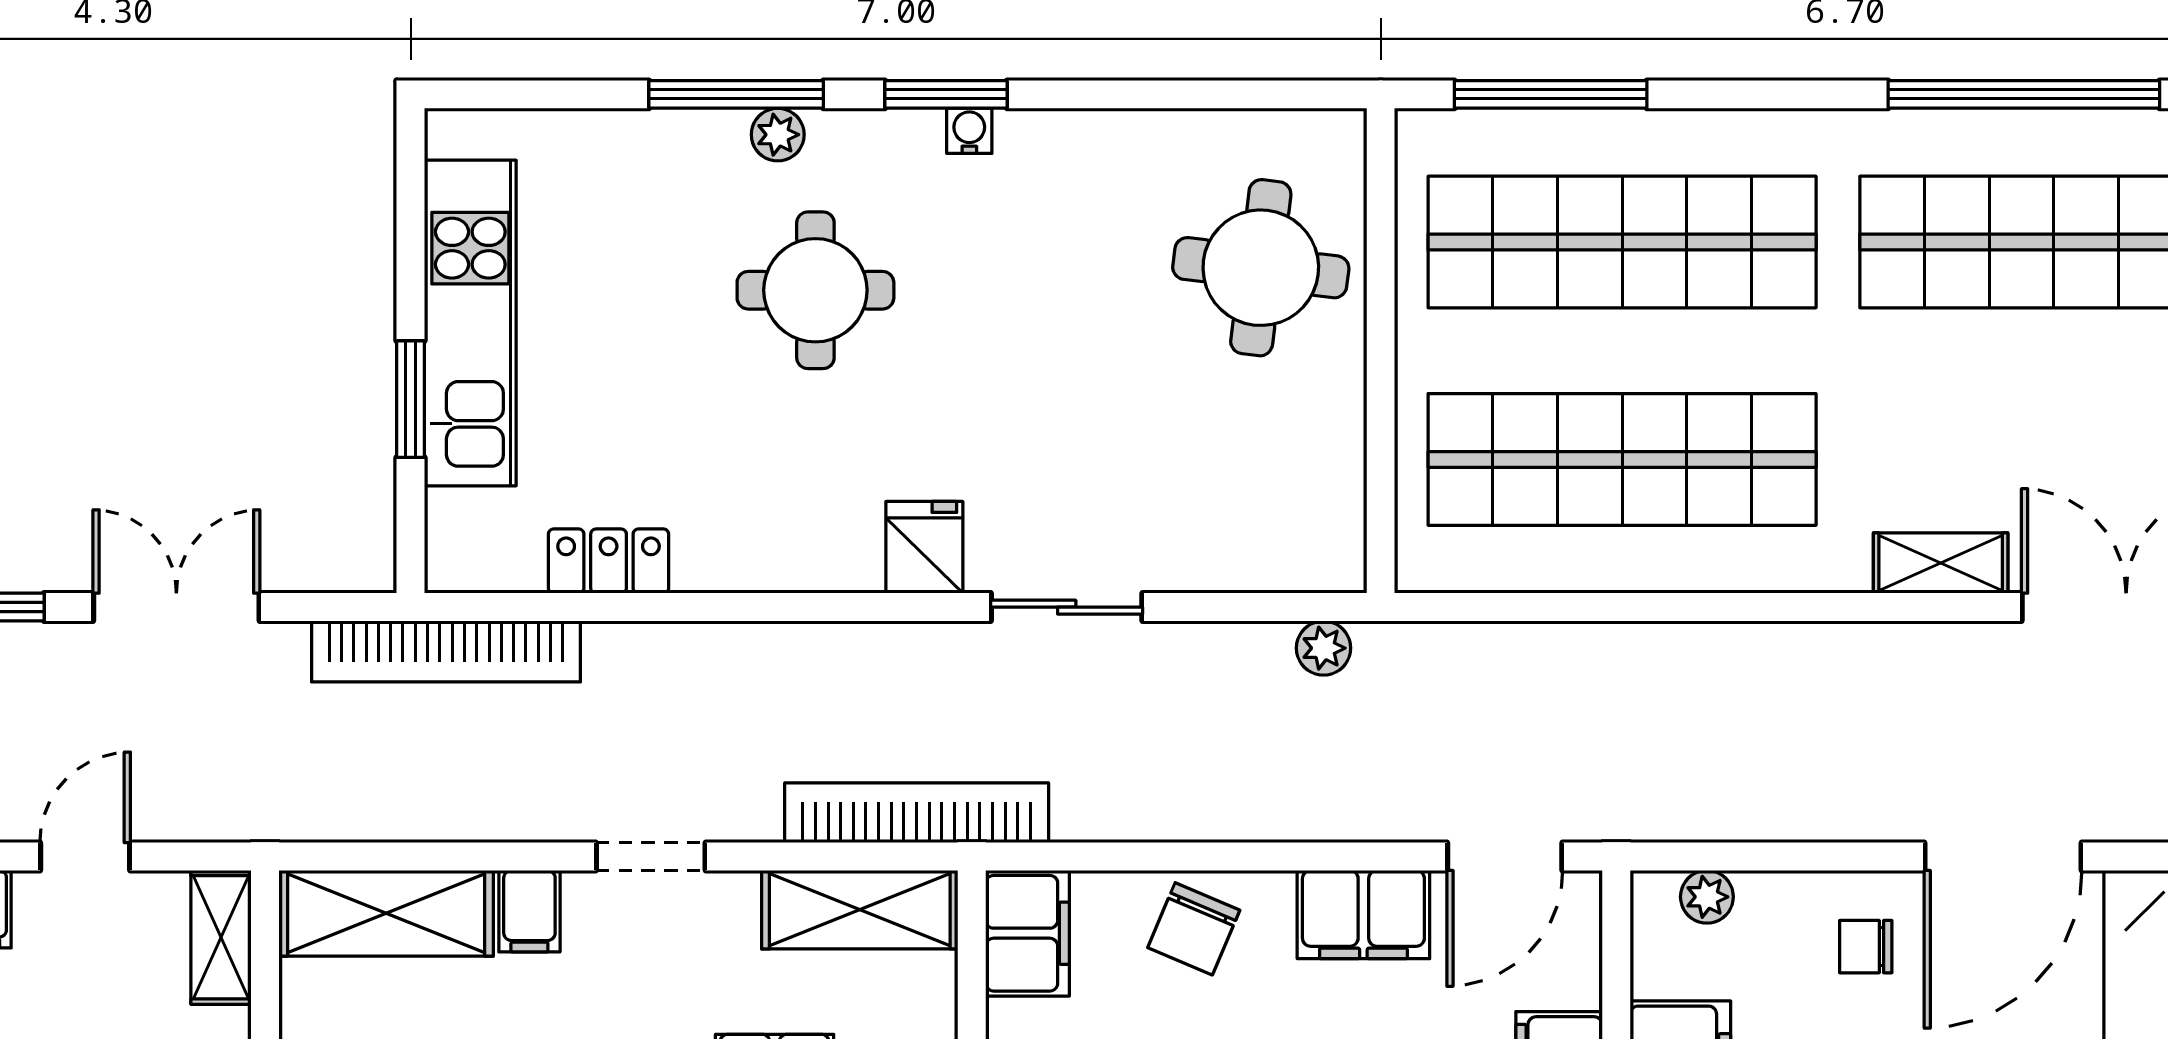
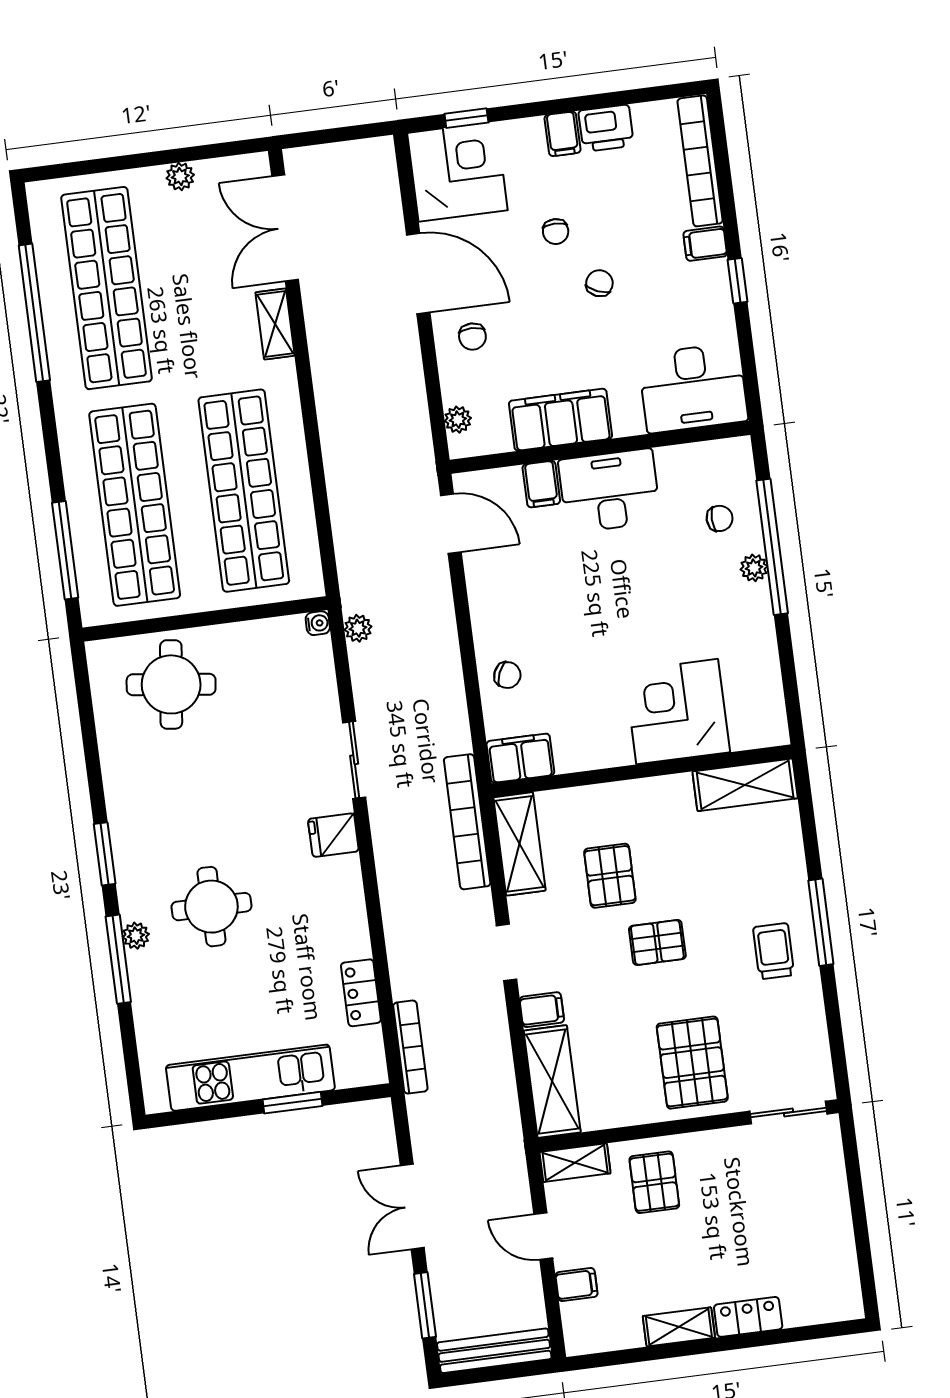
water cooler: (969, 131) -> (318, 623), moved, turned 180
bookcase: (446, 651) -> (410, 1047), width x0.68, depth x0.76
filing cabinet: (1363, 915) -> (489, 591), removed
chair: (1194, 929) -> (507, 675), width x0.73, depth x0.73

